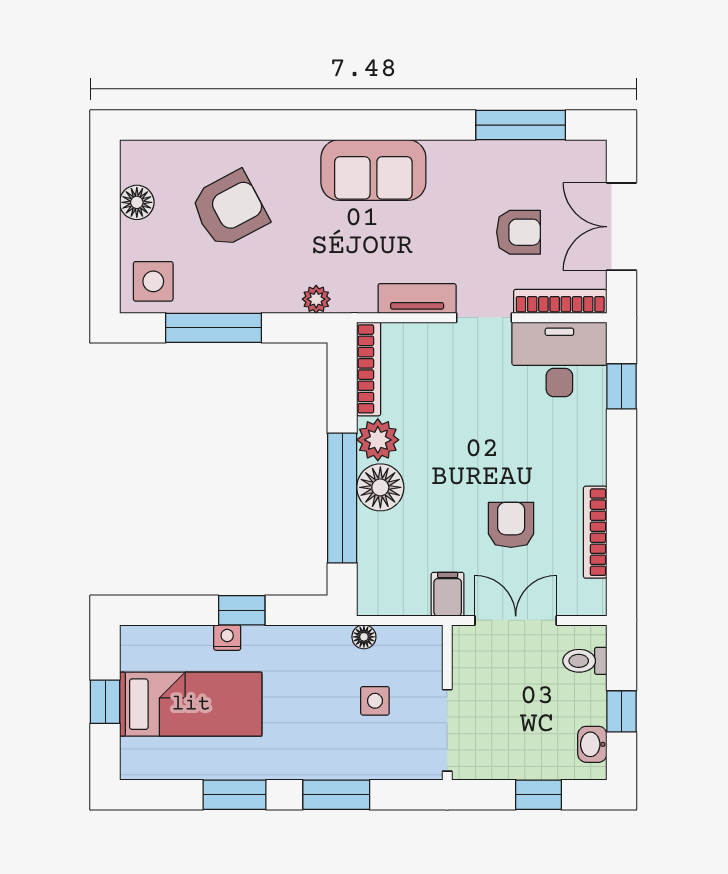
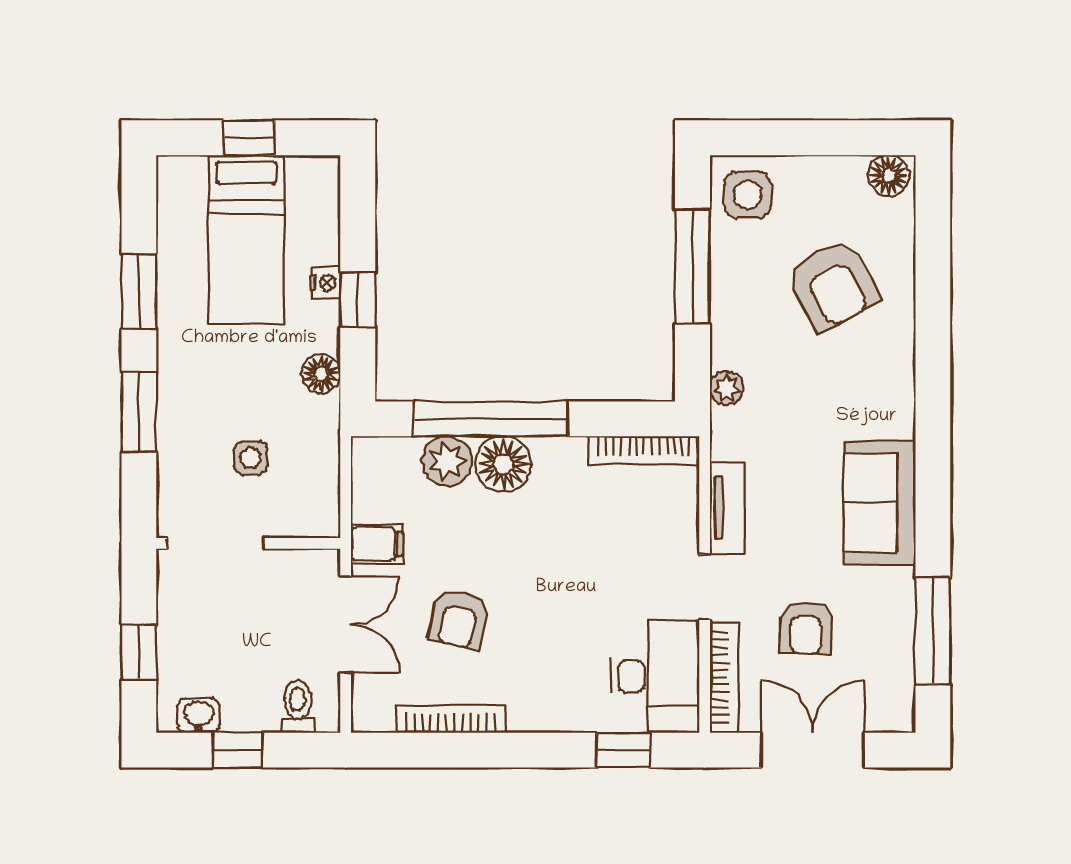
sofa: (373, 170) -> (880, 503), moved
floor lamp: (137, 202) -> (889, 175), moved
plant: (378, 440) -> (447, 461), moved
armchair: (511, 525) -> (459, 619), turned 102
floor lamp: (364, 637) -> (321, 374), moved, width x1.37, depth x1.37

